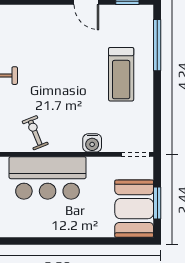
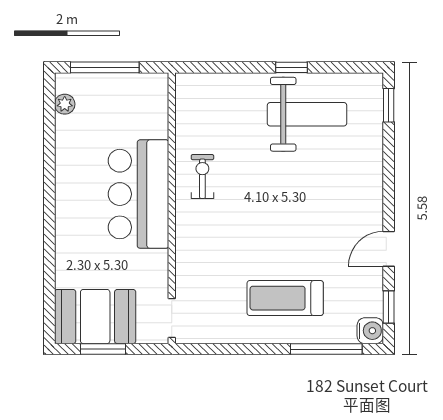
exercise bike: (35, 133) -> (202, 177), turned -68
water cooler: (92, 143) -> (370, 331), moved, turned 180

